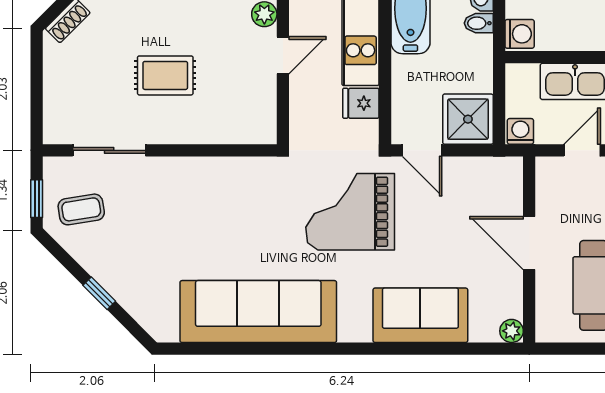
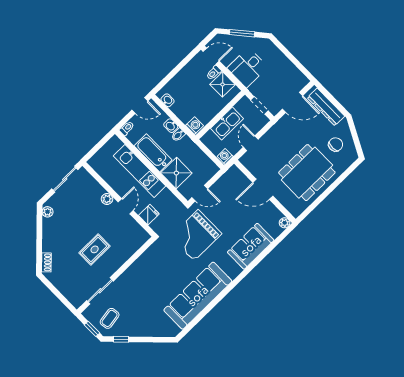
fridge: (361, 103) -> (149, 215), moved, turned 180
shower: (468, 119) -> (176, 173), moved
window: (99, 293) -> (121, 339), moved

